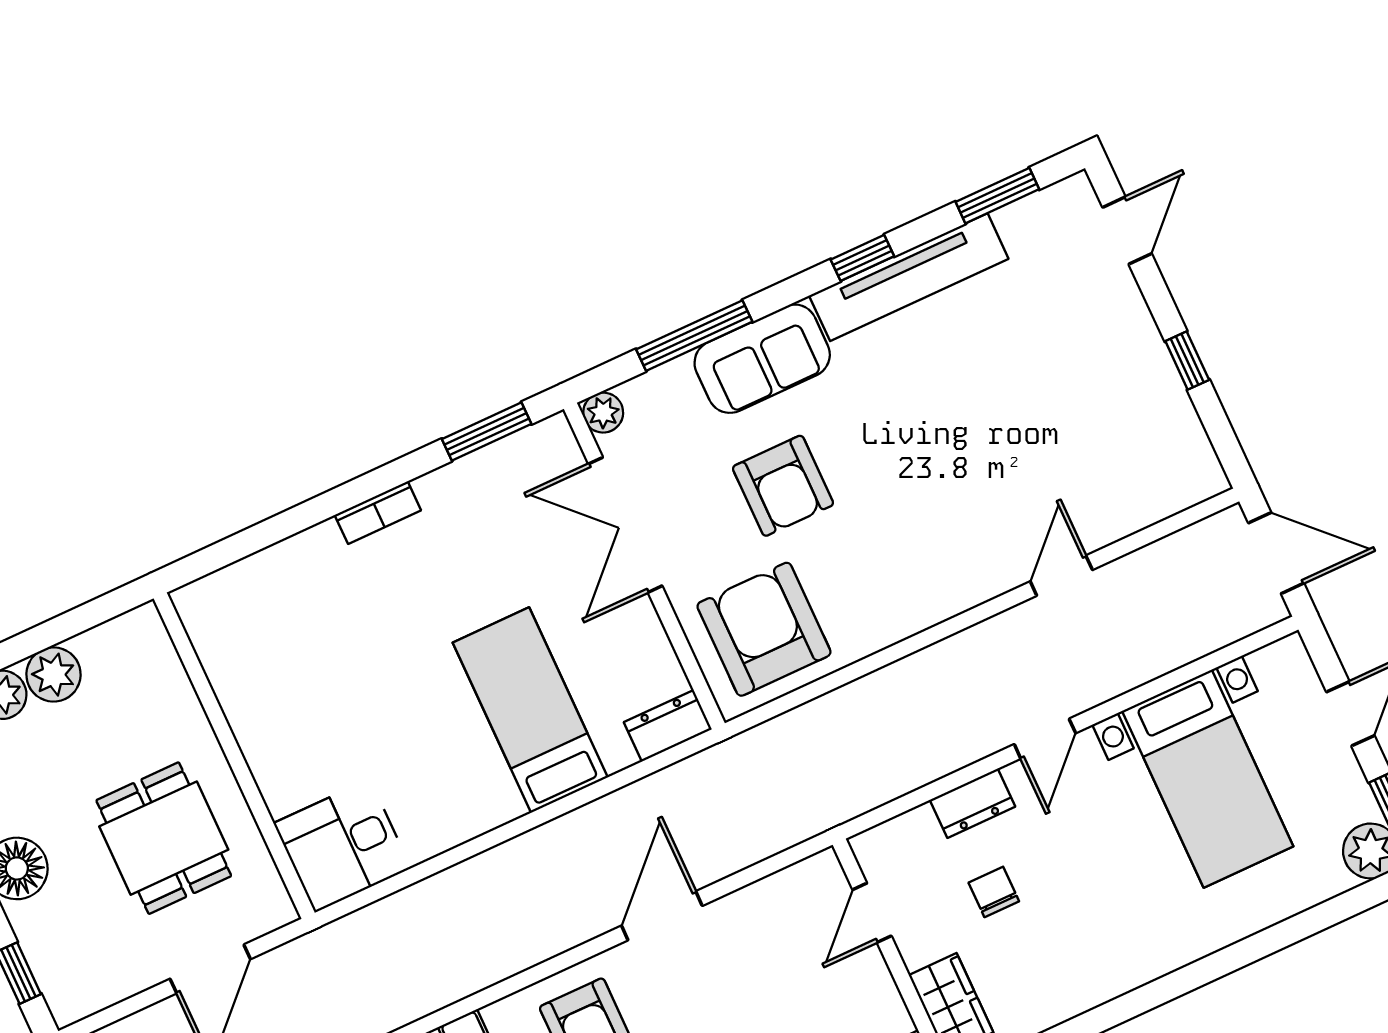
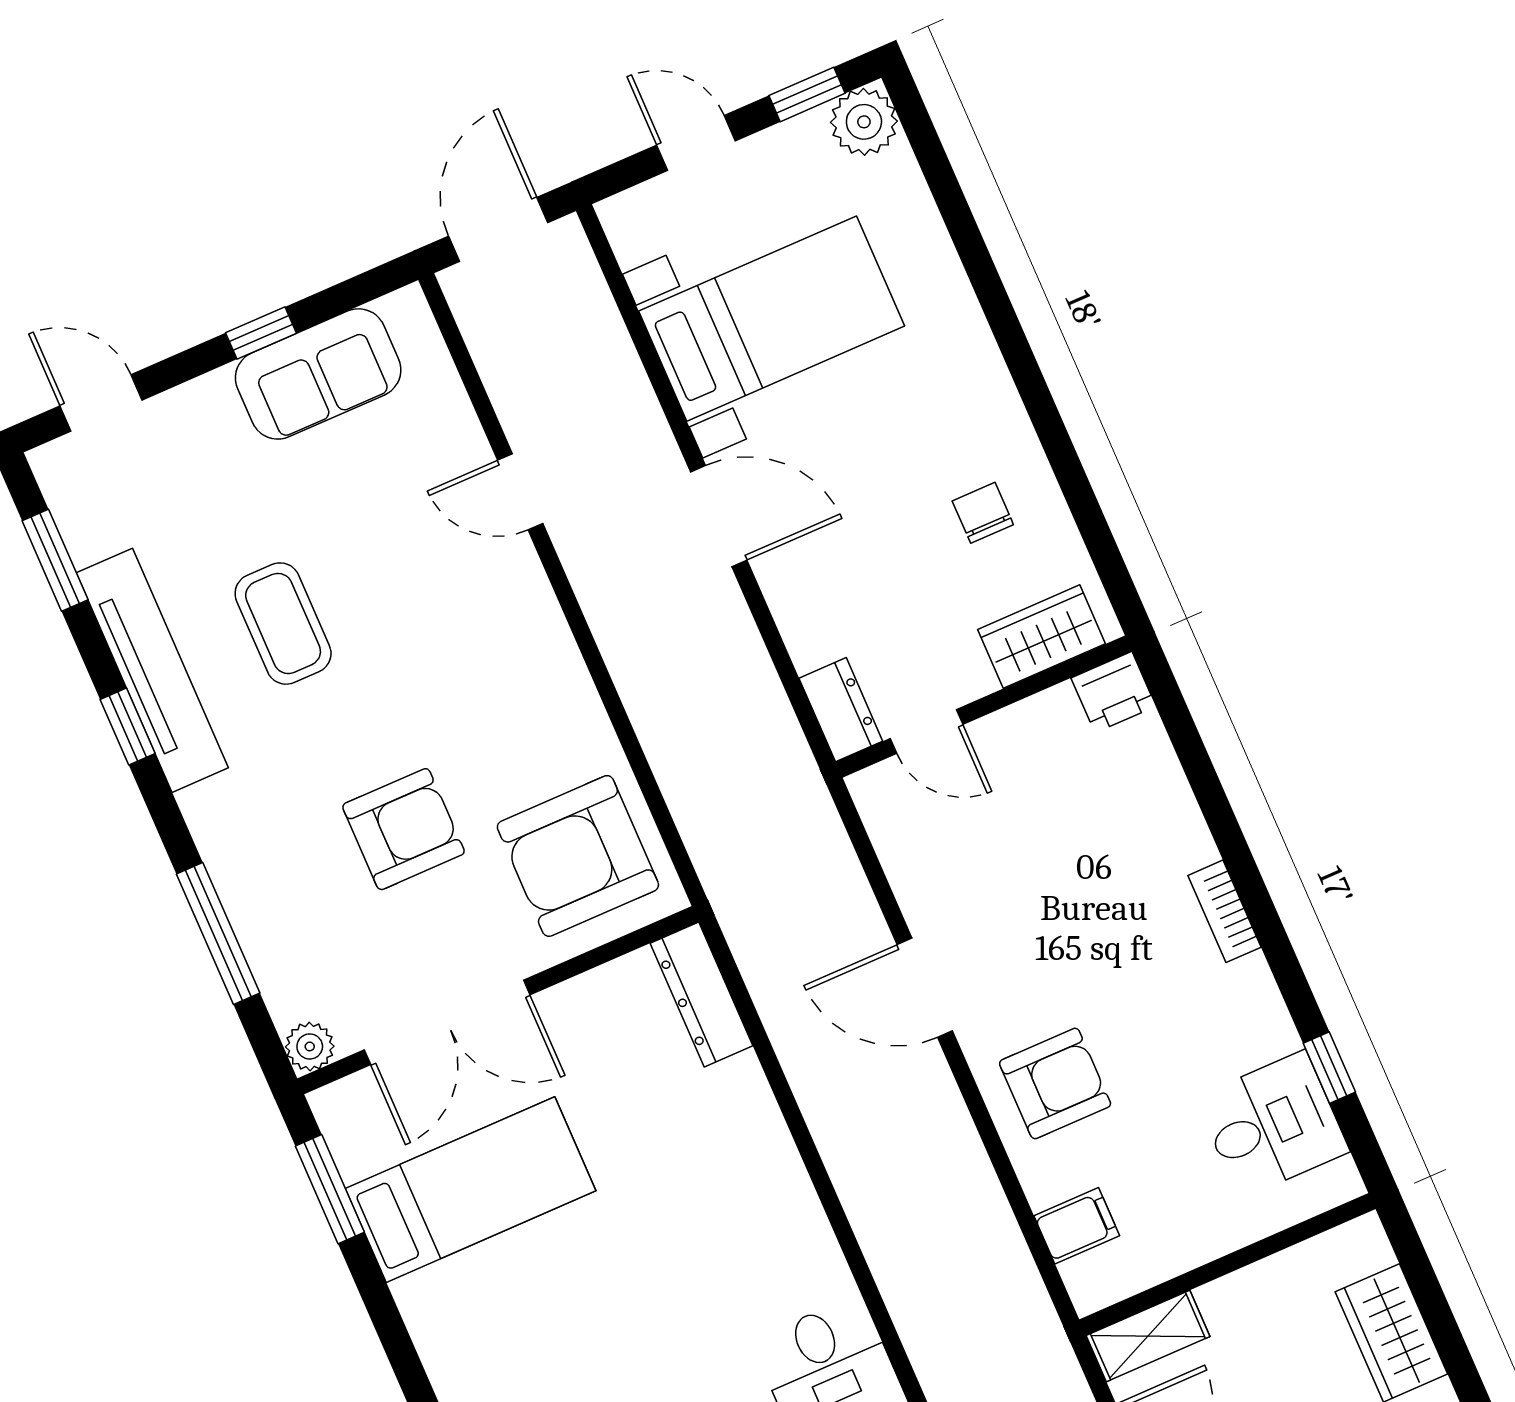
sofa: (762, 359) -> (318, 374), moved, turned 90
coffee table: (949, 384) -> (283, 624), added
bookcase: (378, 513) -> (426, 1324), removed
bed: (530, 710) -> (470, 1190), moved, turned 180
dresser: (668, 726) -> (701, 995), width x1.44
door: (1045, 739) -> (719, 516), width x1.38
dresser: (972, 803) -> (841, 710), moved
chair: (994, 892) -> (983, 513), moved, turned 90

